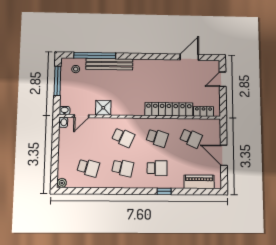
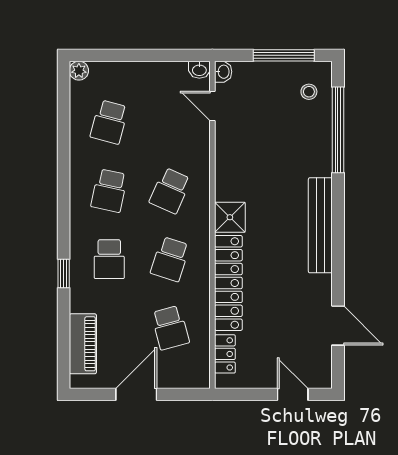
bench: (109, 64) -> (320, 225), moved
shower: (103, 108) -> (230, 217), moved
school desk: (191, 138) -> (170, 328), turned -39

